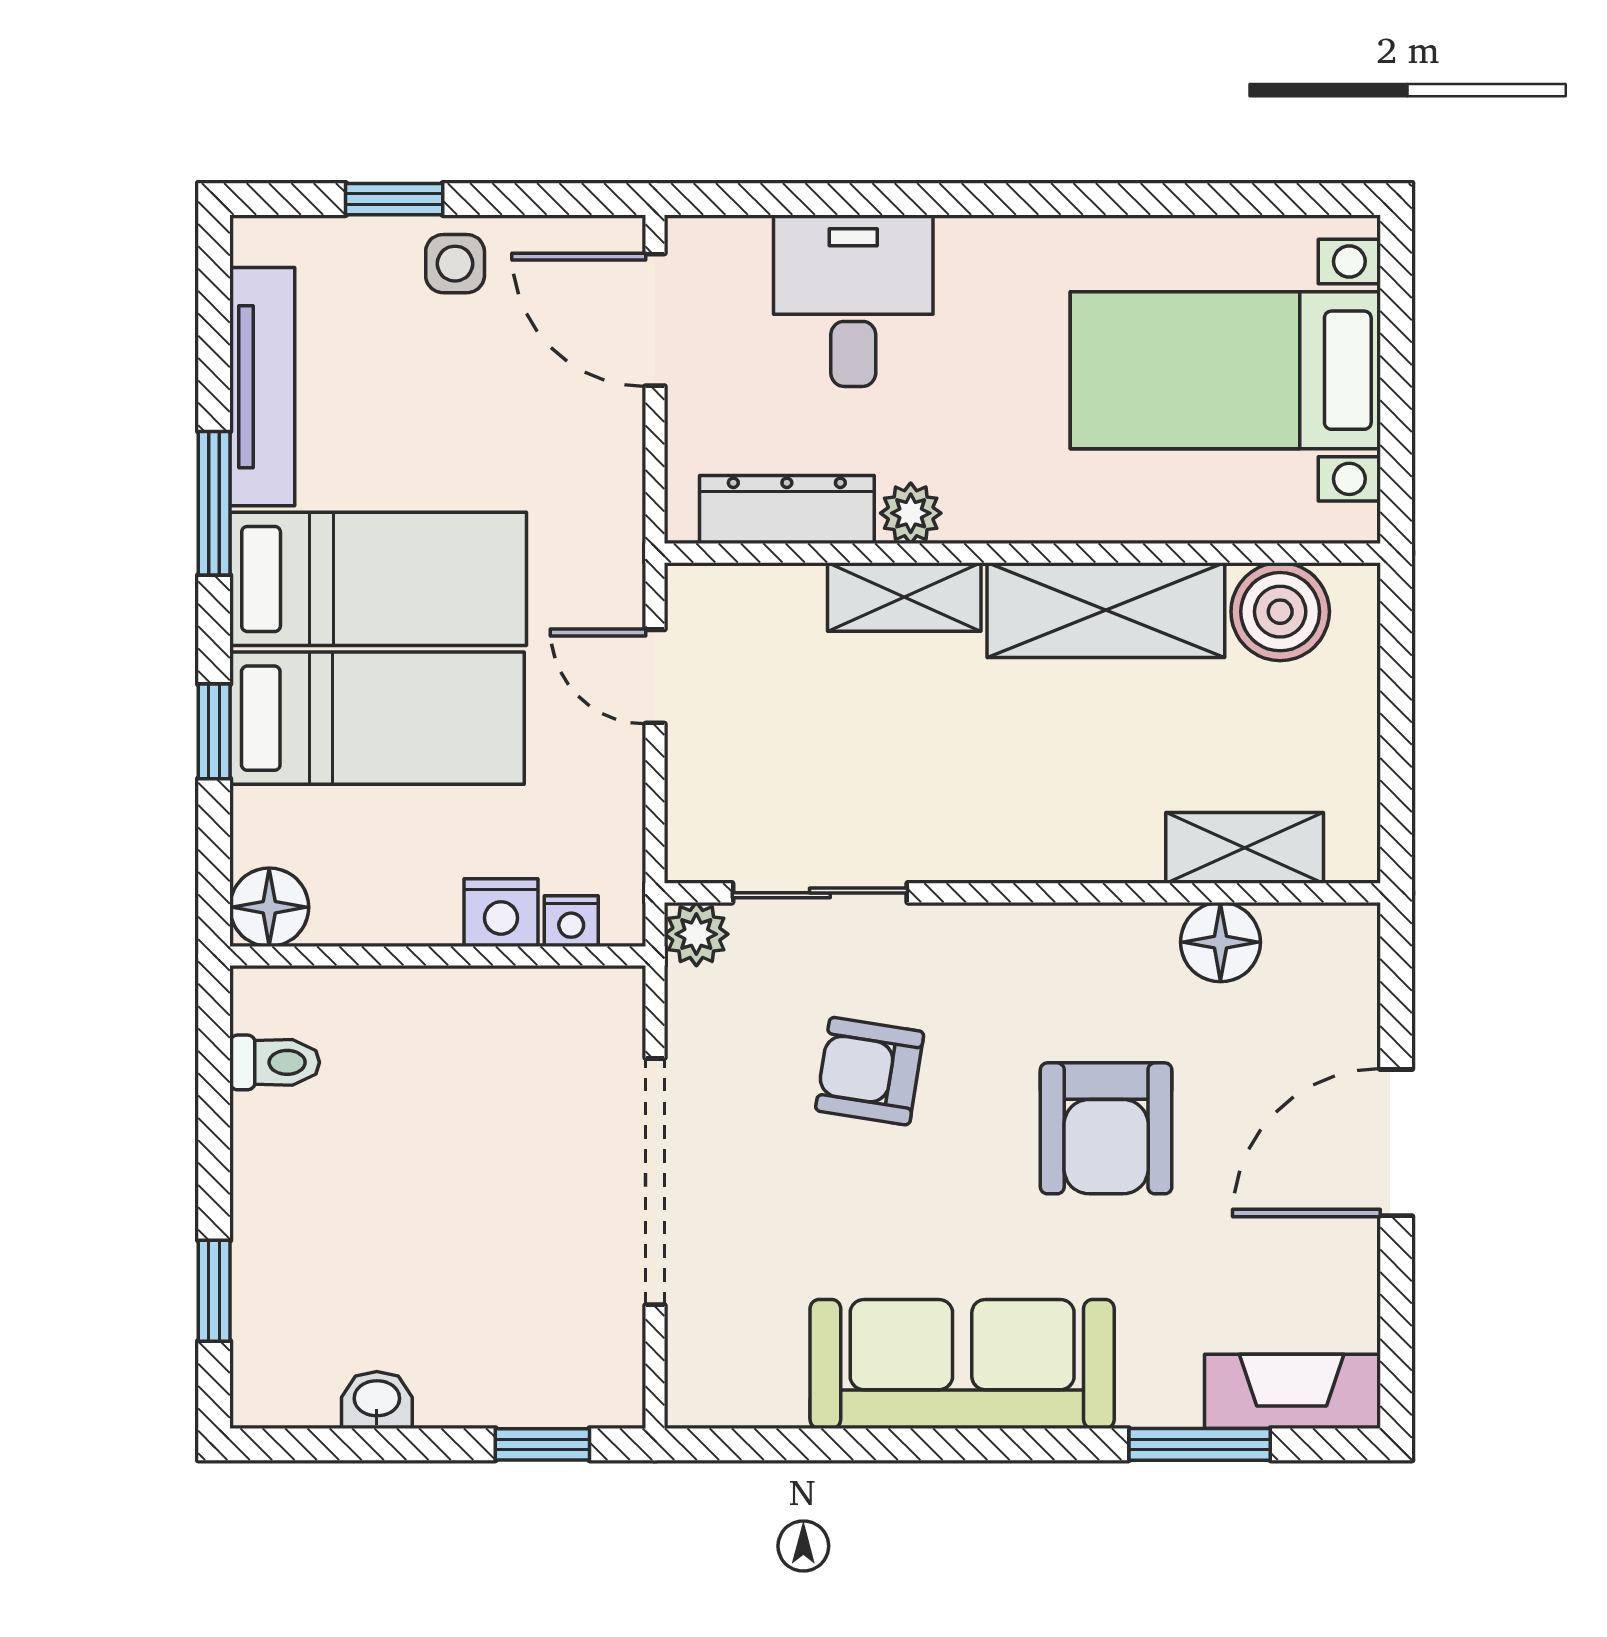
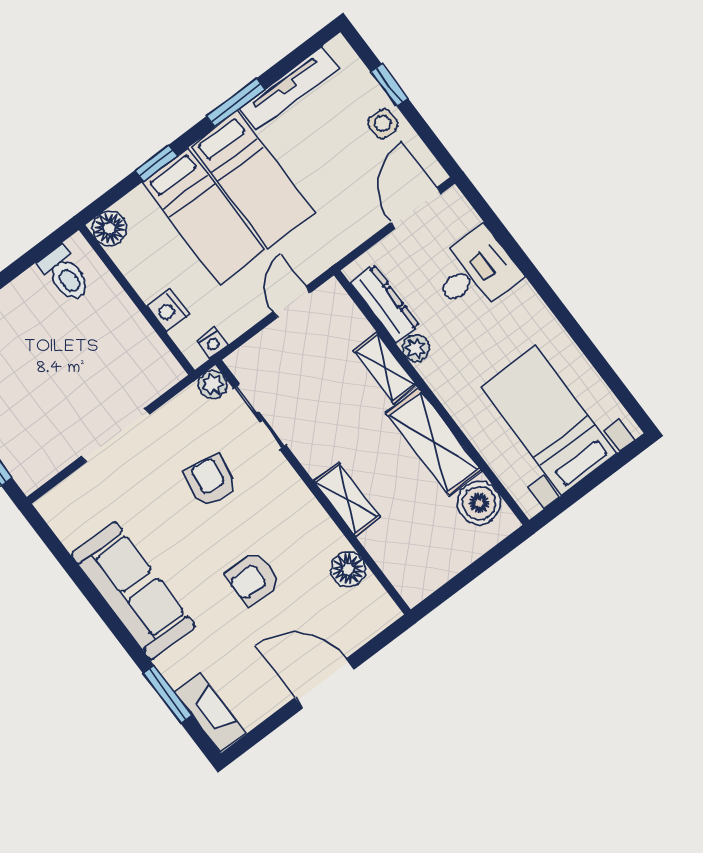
shelving: (1245, 848) -> (347, 499), moved
nightstand: (571, 921) -> (212, 343), moved, turned -90
toilet: (275, 1062) -> (65, 275), width x1.37, depth x1.39
armchair: (1106, 1128) -> (253, 579), width x0.72, depth x0.72
doorway: (655, 1182) -> (115, 435), width x0.73

